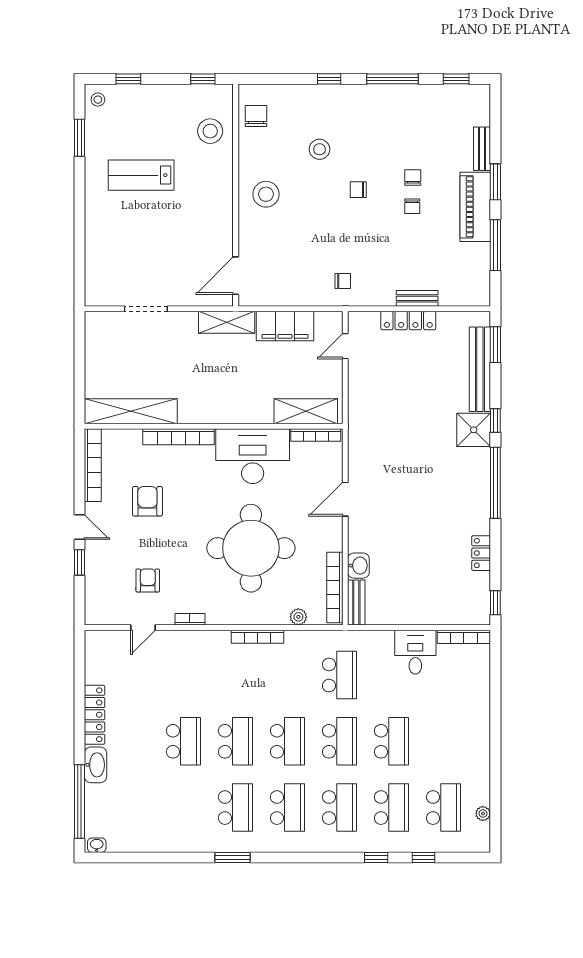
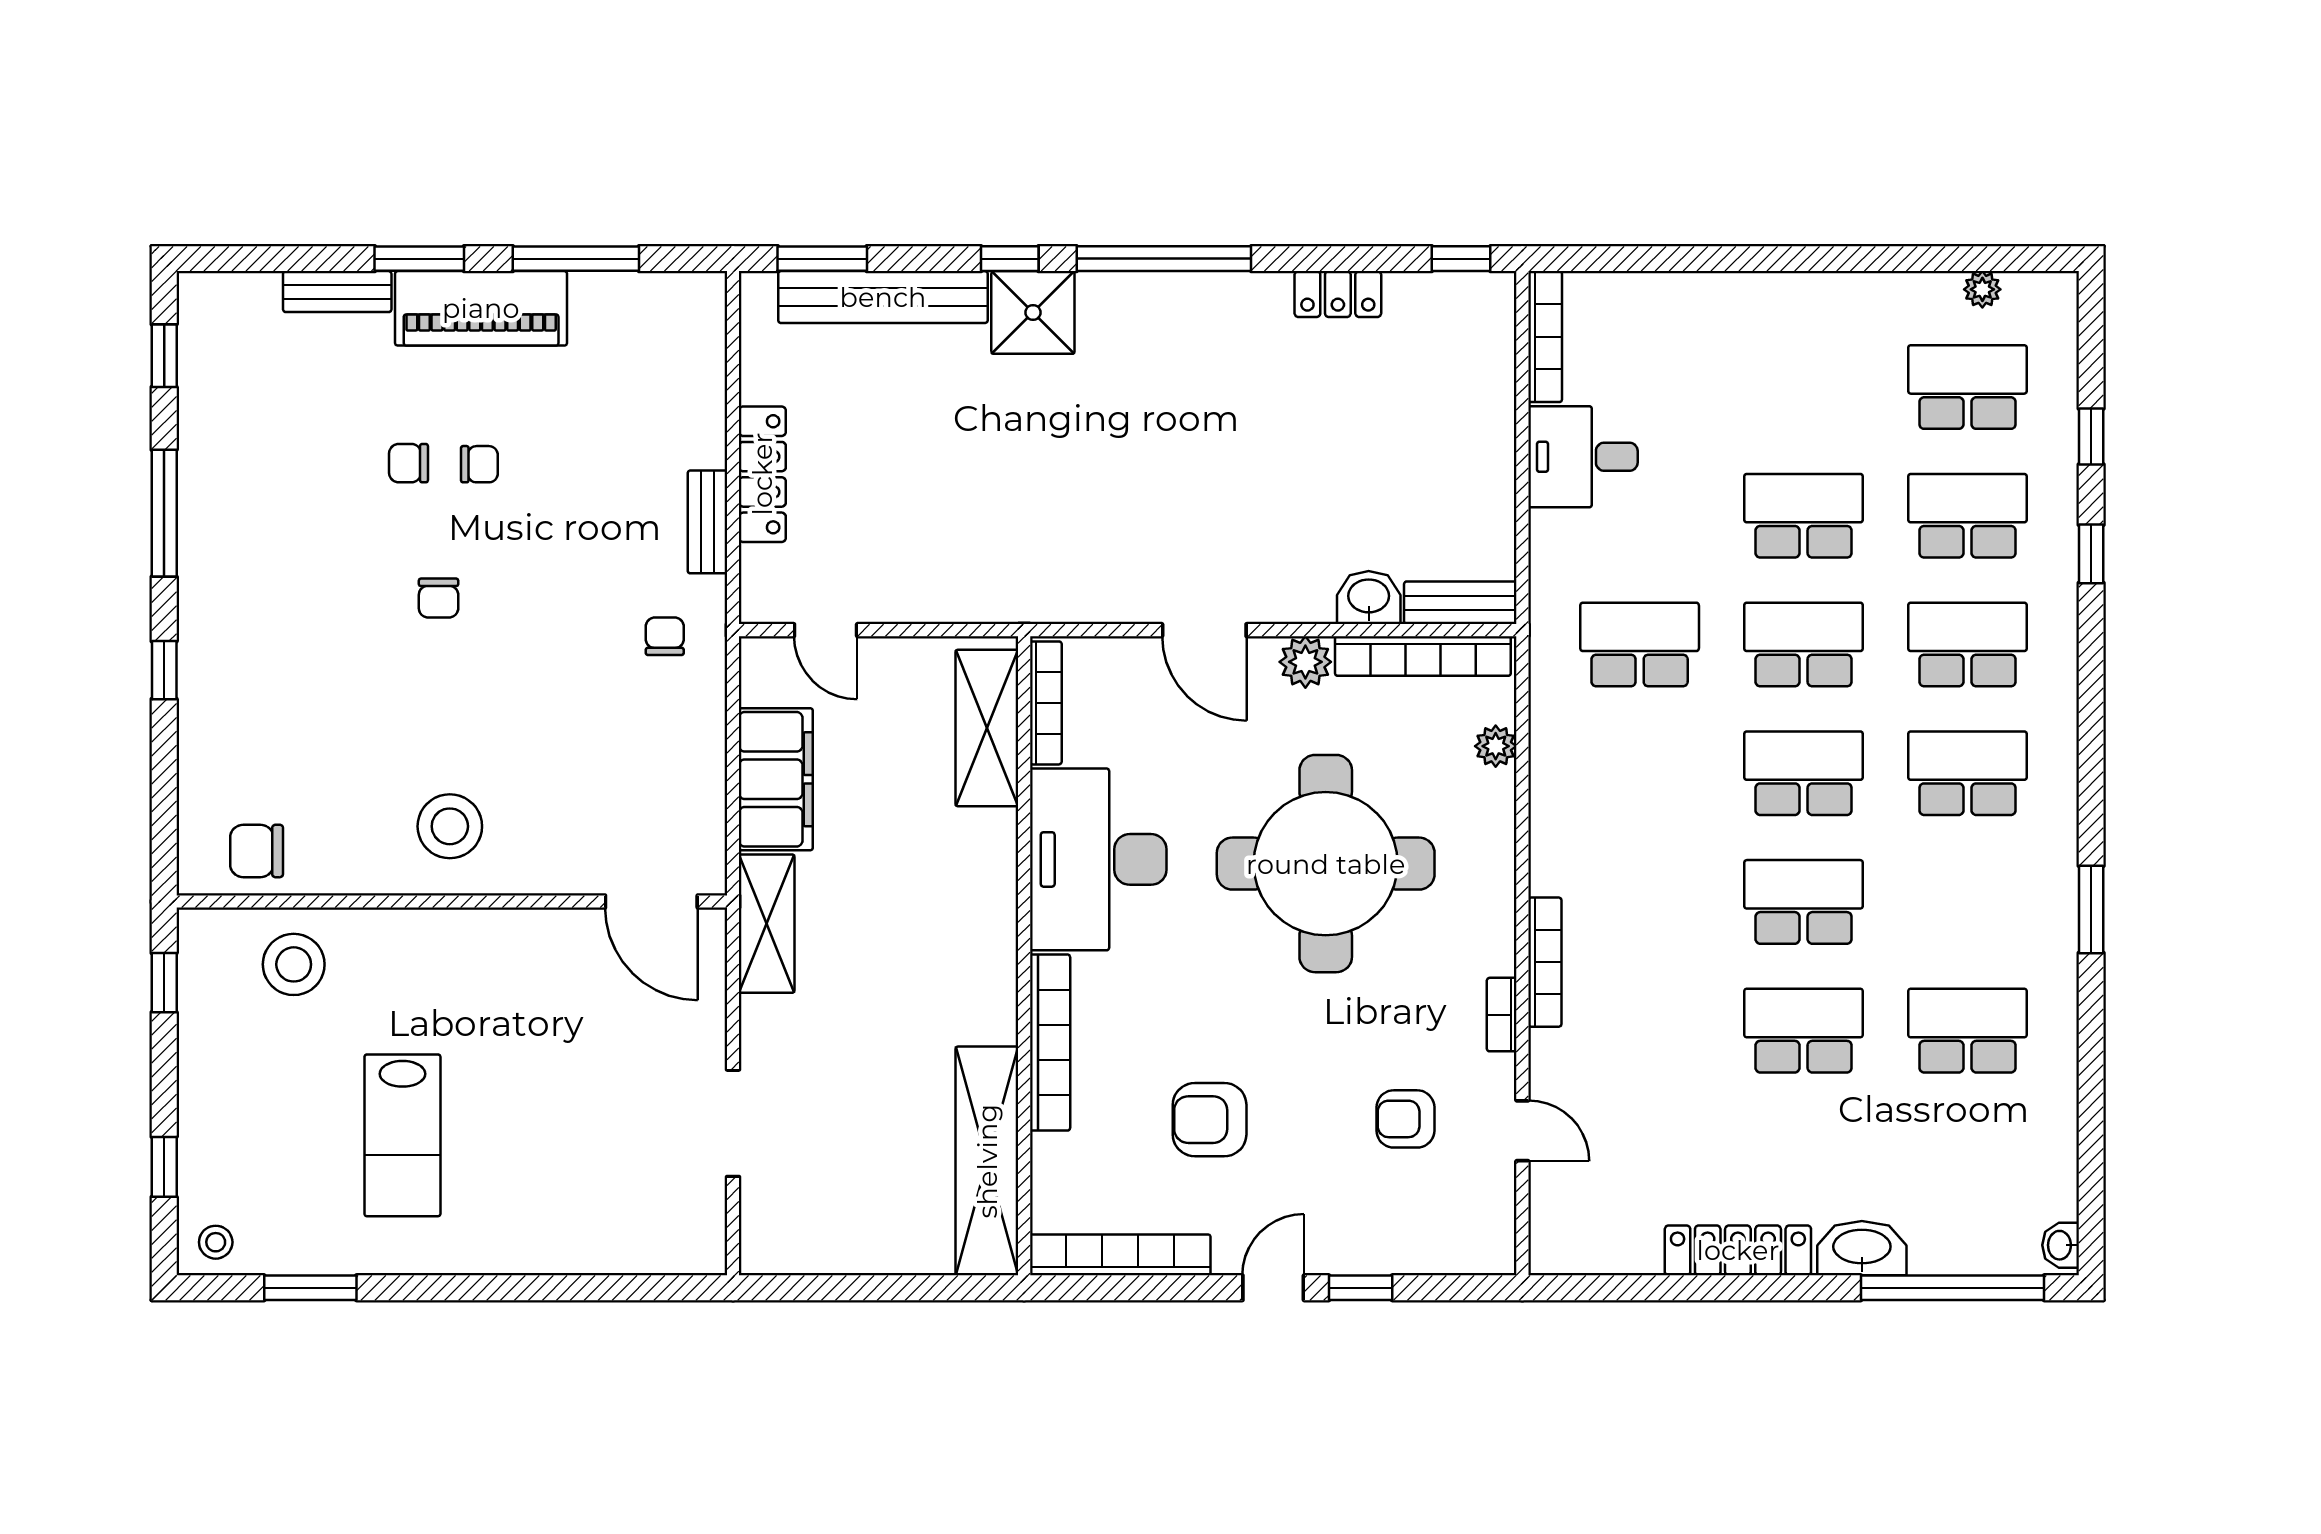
stool: (319, 149) -> (339, 694), removed
bench: (417, 298) -> (707, 522), moved
plant: (332, 540) -> (1305, 662), added
bookcase: (258, 637) -> (1545, 962), moved
school desk: (235, 808) -> (1968, 1031), moved

